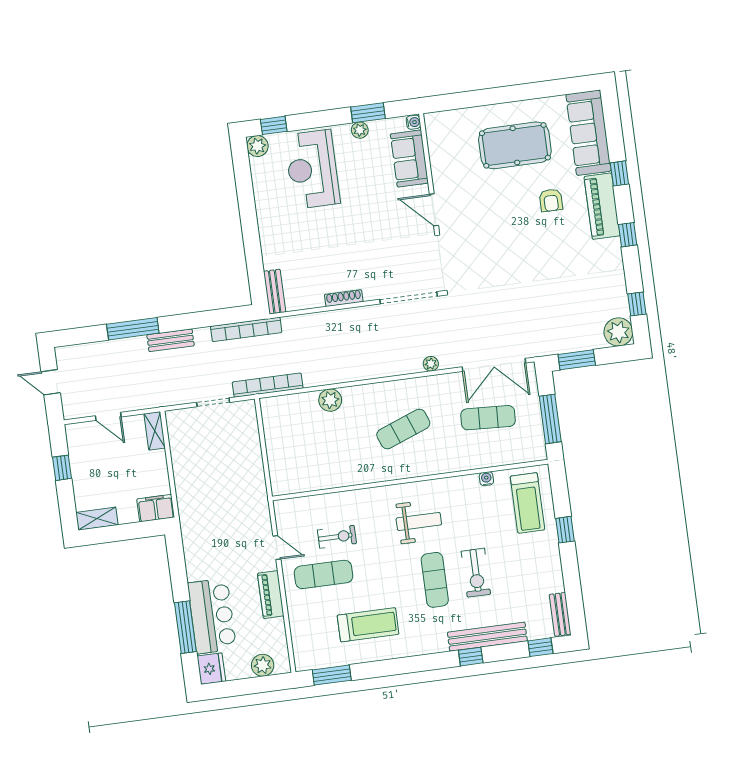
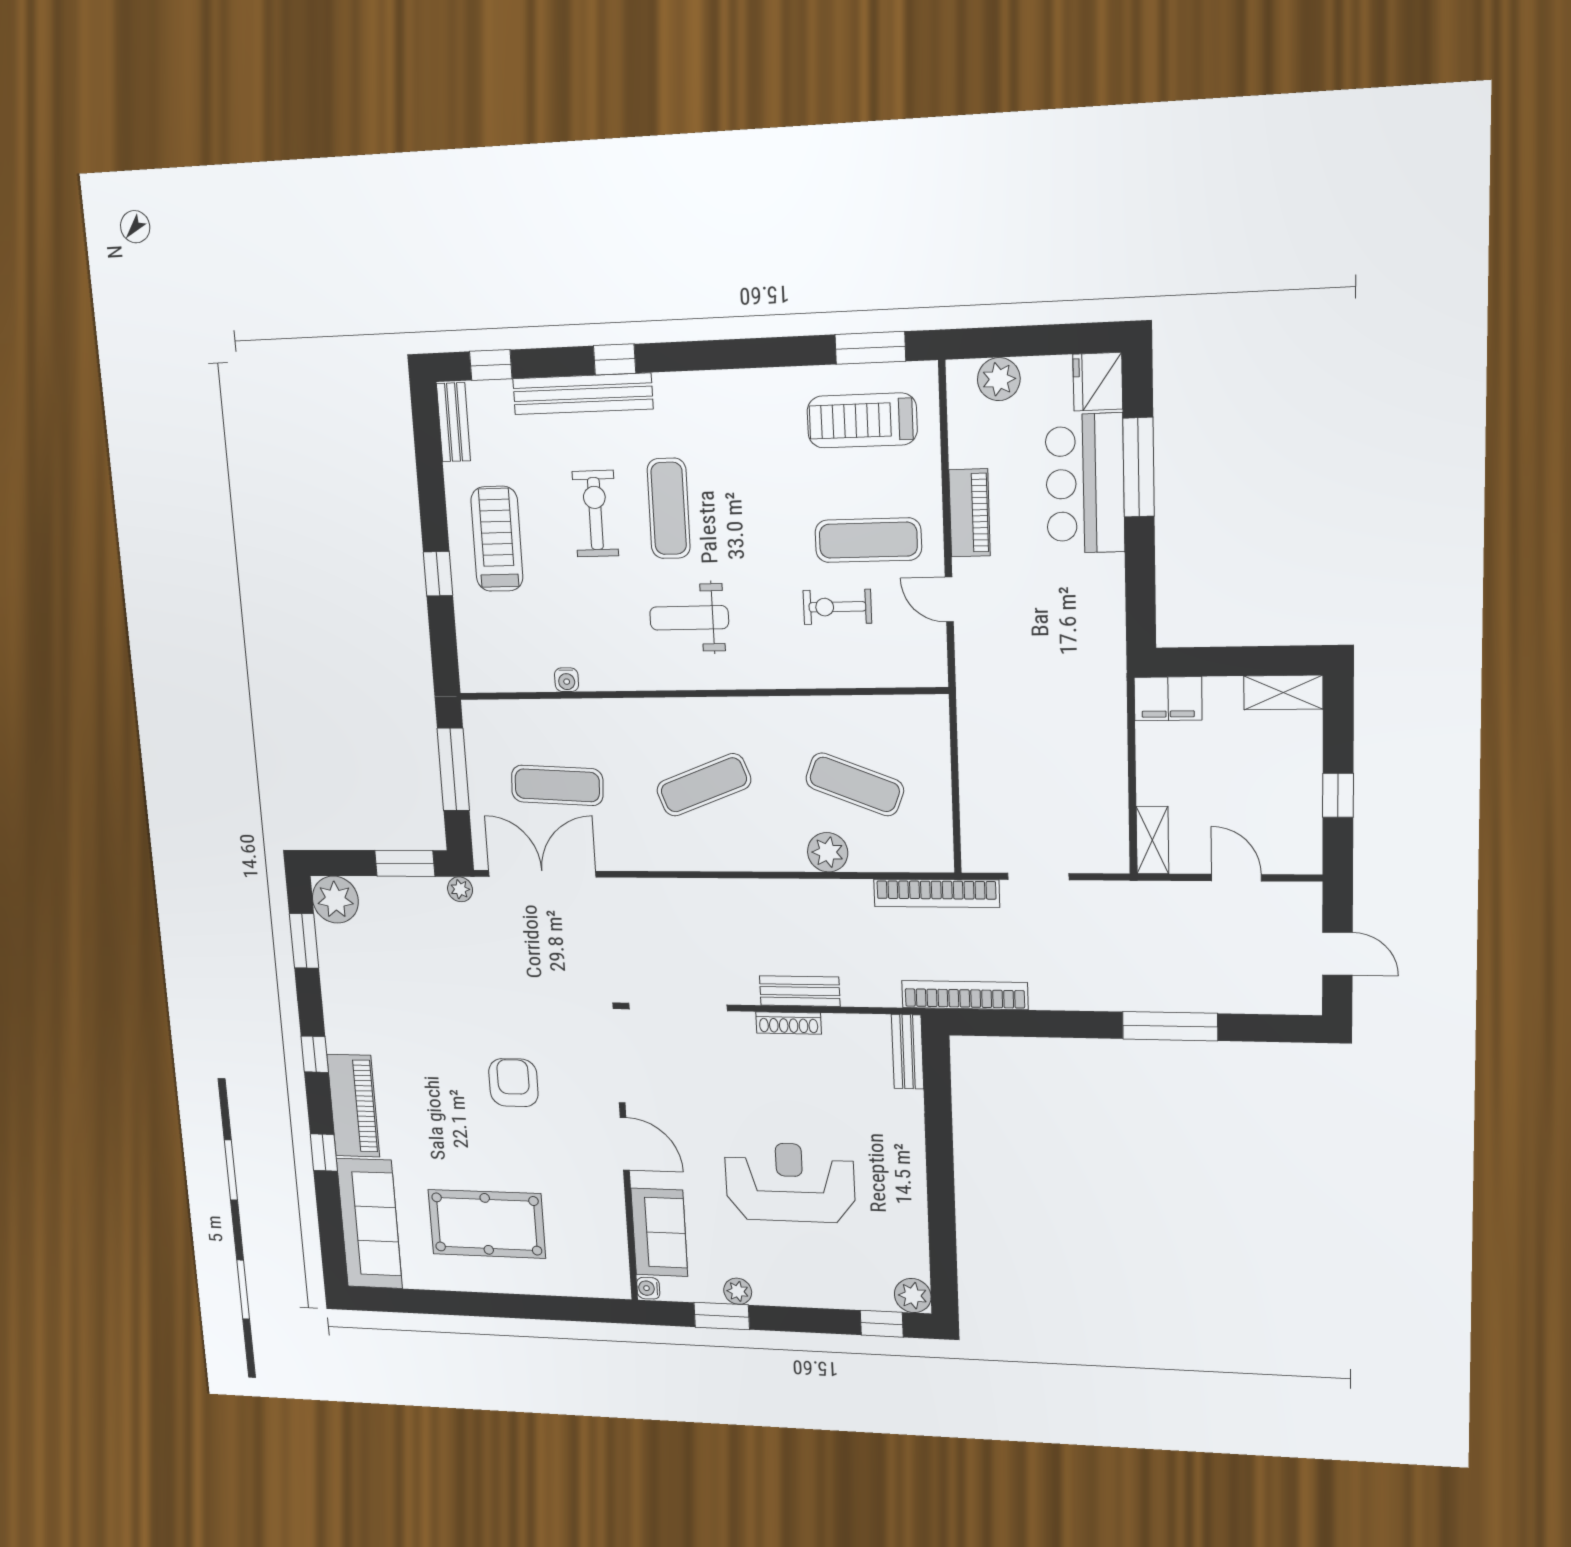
reception desk: (312, 169) -> (790, 1182), moved, turned -90
armchair: (551, 200) -> (513, 1083), moved, width x1.38, depth x1.38
window: (637, 304) -> (304, 941), width x1.50
bench: (171, 340) -> (800, 991), moved
plant: (431, 364) -> (460, 889), moved
exercise mat: (319, 440) -> (855, 784), added
treadmill: (527, 503) -> (497, 539), moved
treadmill: (368, 625) -> (862, 420), moved

